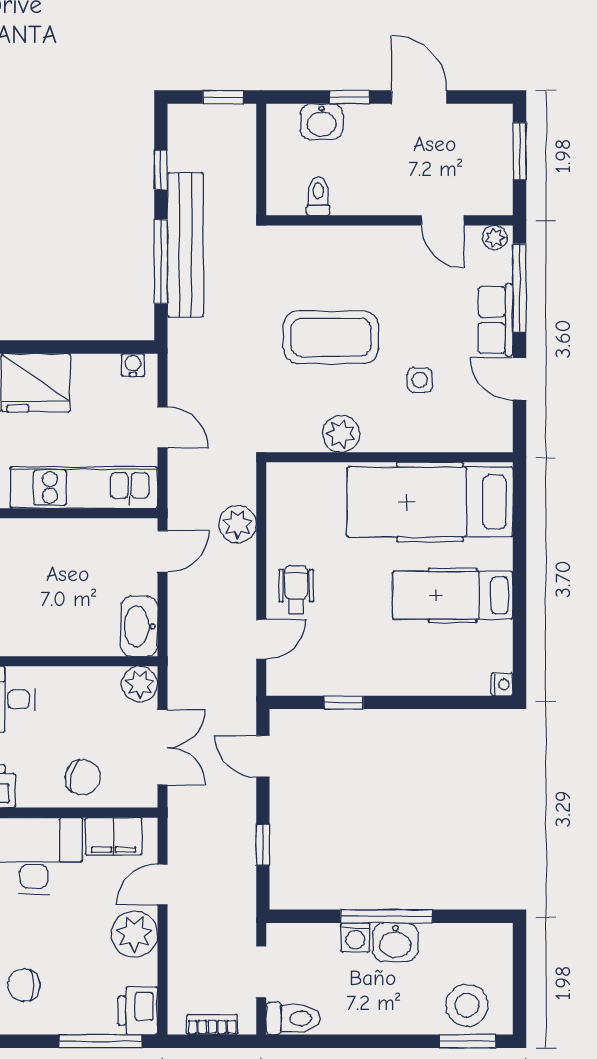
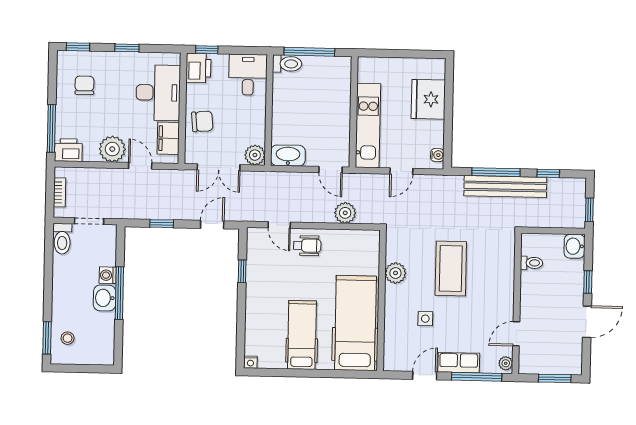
washbasin: (322, 122) -> (574, 246), moved
chair: (83, 777) -> (202, 121), turned -109
stool: (467, 1005) -> (68, 338), width x0.53, depth x0.53

